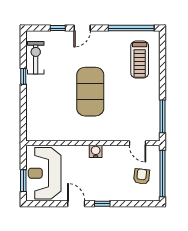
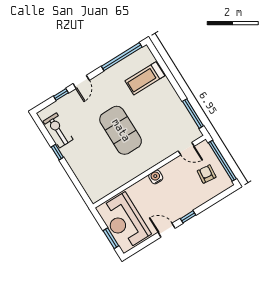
treadmill: (140, 59) -> (145, 78), turned 90

